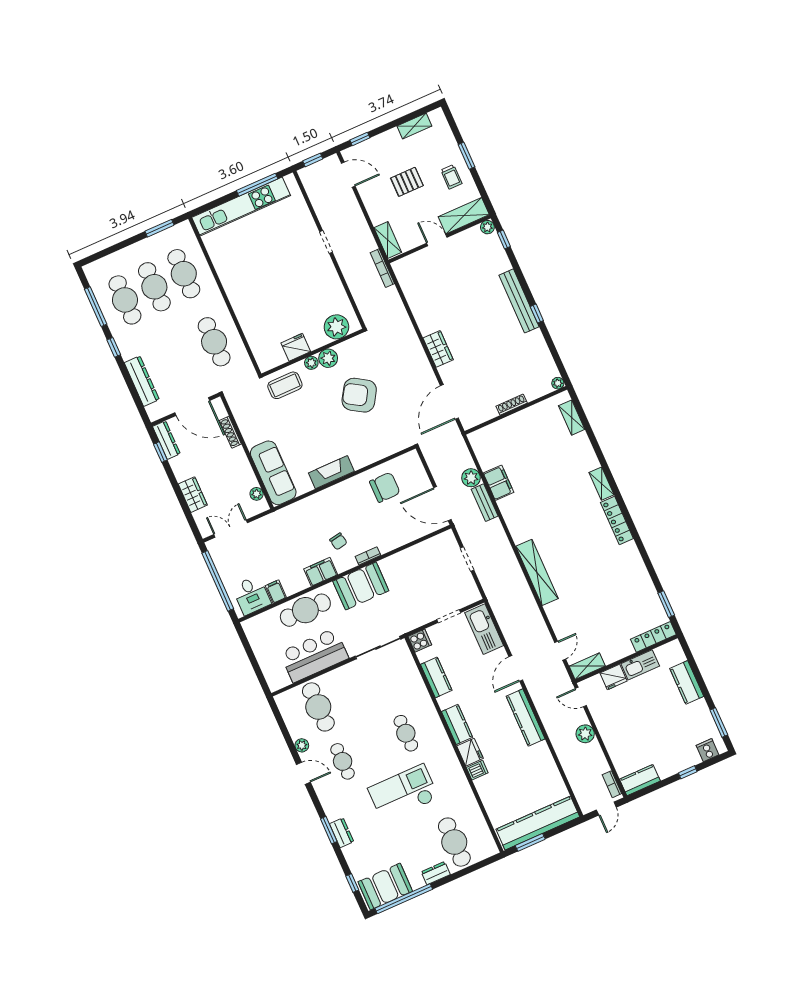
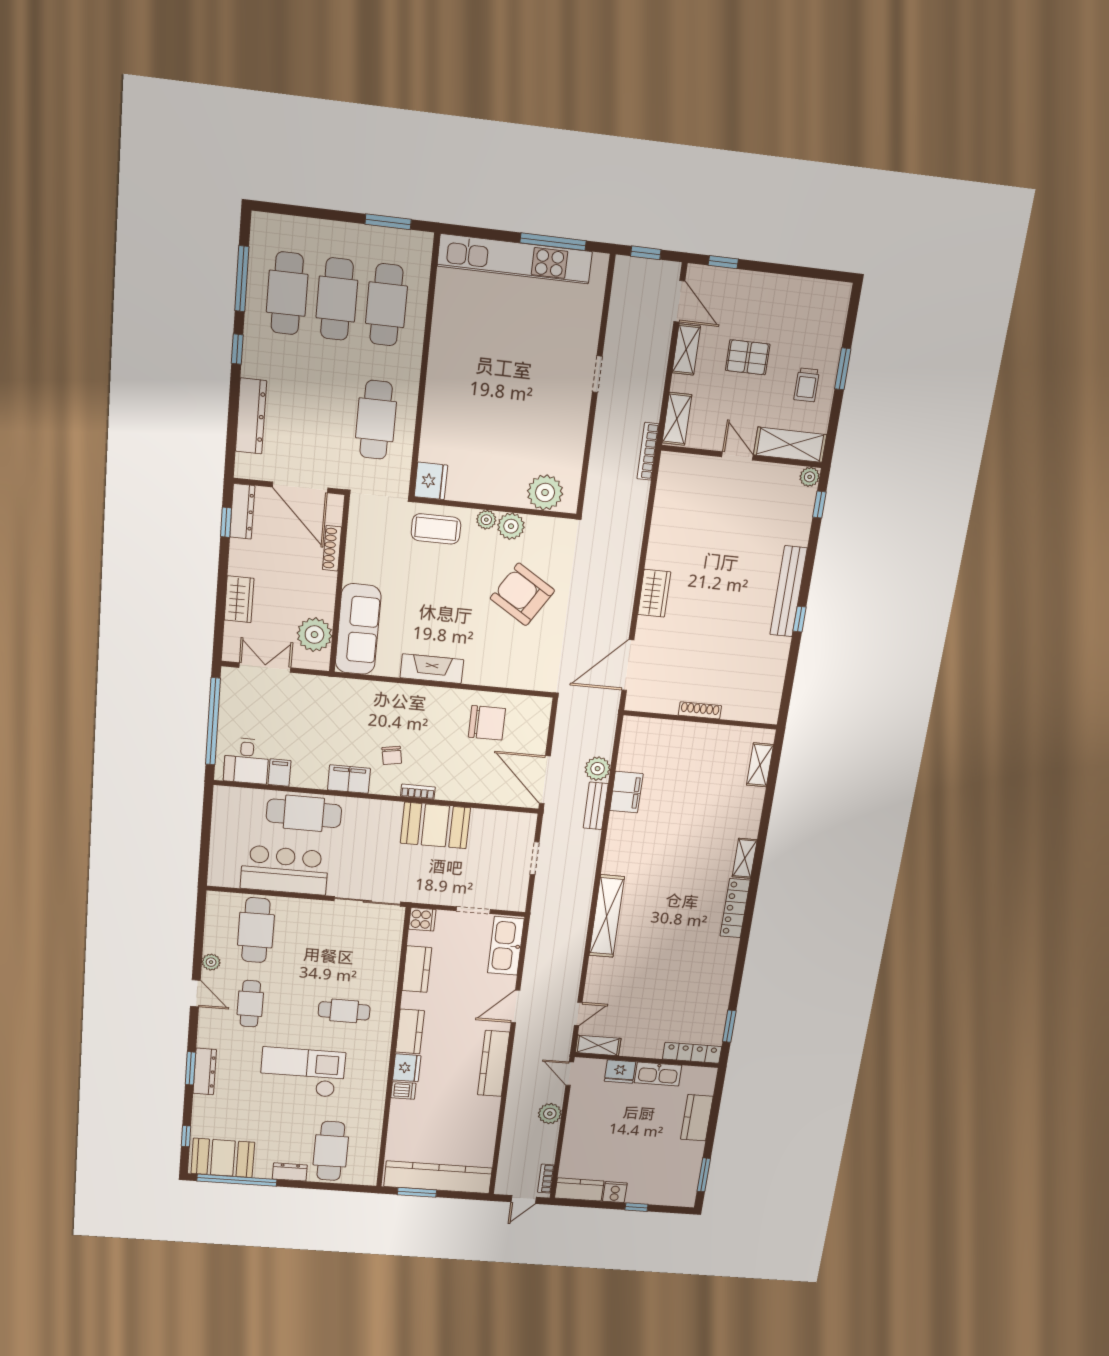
shelving: (414, 126) -> (686, 349), moved, turned 90
fridge: (296, 347) -> (431, 481), moved, turned 90
plant: (558, 383) -> (770, 716), removed
plant: (257, 494) -> (314, 635), width x1.88, depth x1.88
booth: (361, 586) -> (435, 825), moved
cafe table: (406, 733) -> (344, 1011), turned 90
cooker: (708, 750) -> (615, 1192), moved
dresser: (342, 833) -> (205, 1071), width x1.44

